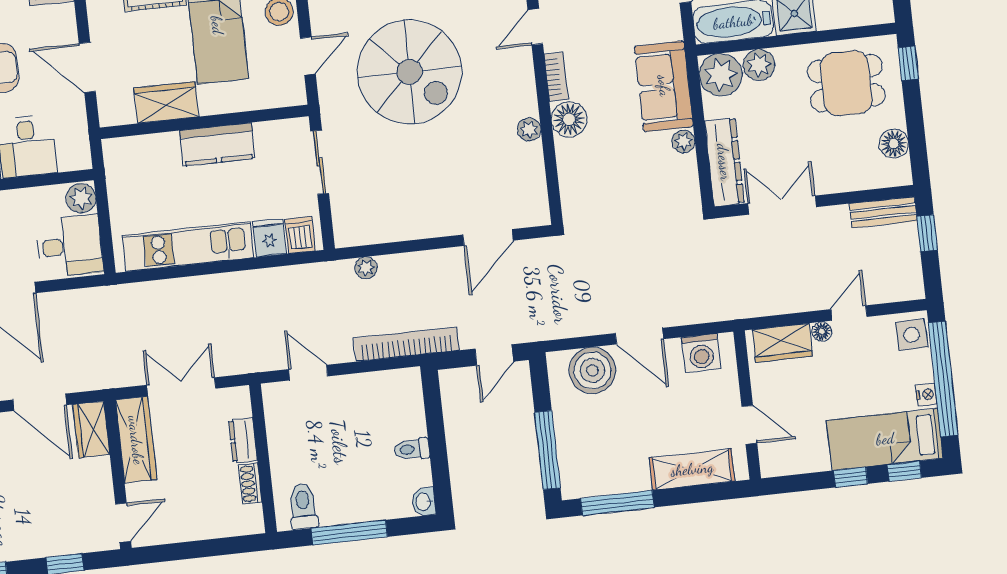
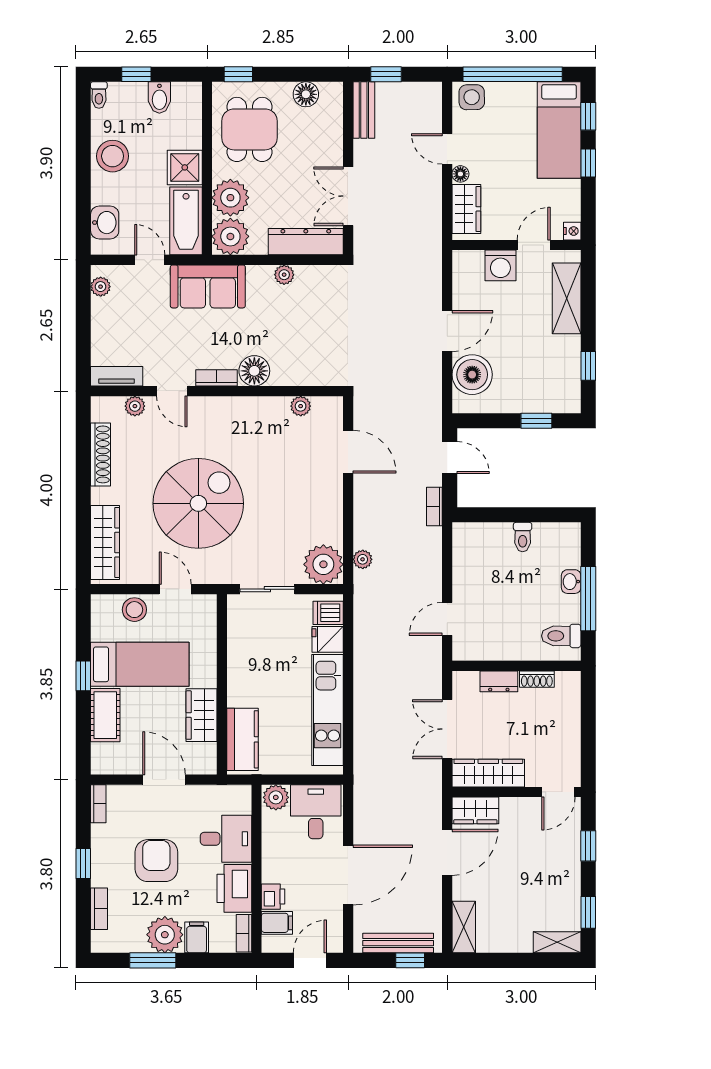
plant: (759, 65) -> (230, 198), width x1.36, depth x1.36
door: (87, 67) -> (164, 780), swing flipped
sofa: (664, 86) -> (208, 286), moved
plant: (529, 129) -> (301, 406), moved
kitchen counter: (217, 144) -> (242, 739), moved
plant: (355, 223) -> (323, 564), added
bookcase: (406, 344) -> (434, 506), width x0.43, depth x0.76
washing machine: (701, 353) -> (500, 265), moved, turned 90
nightstand: (926, 395) -> (572, 231), moved, turned 90
window: (547, 450) -> (536, 421), width x0.46
washbasin: (424, 502) -> (571, 582), moved, turned 90
window: (617, 503) -> (588, 366), width x0.46
door: (123, 523) -> (558, 792), swing flipped

